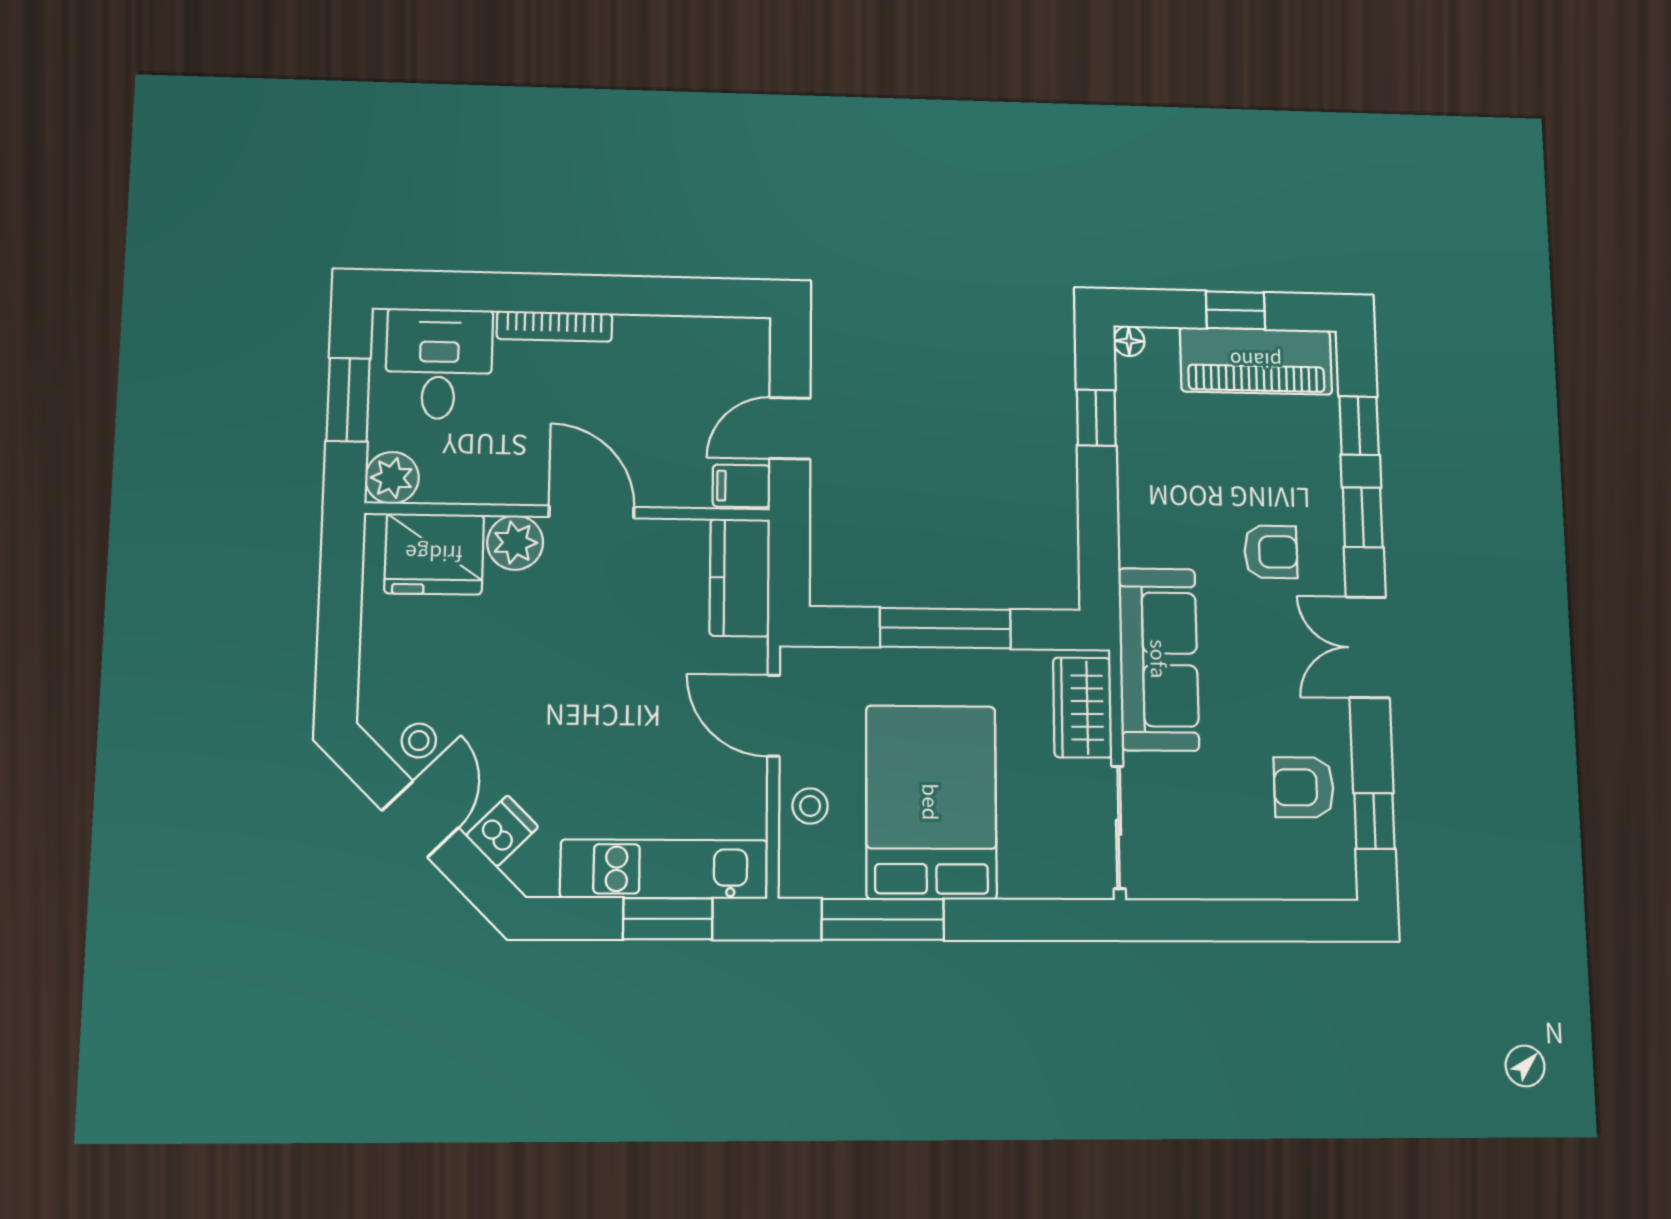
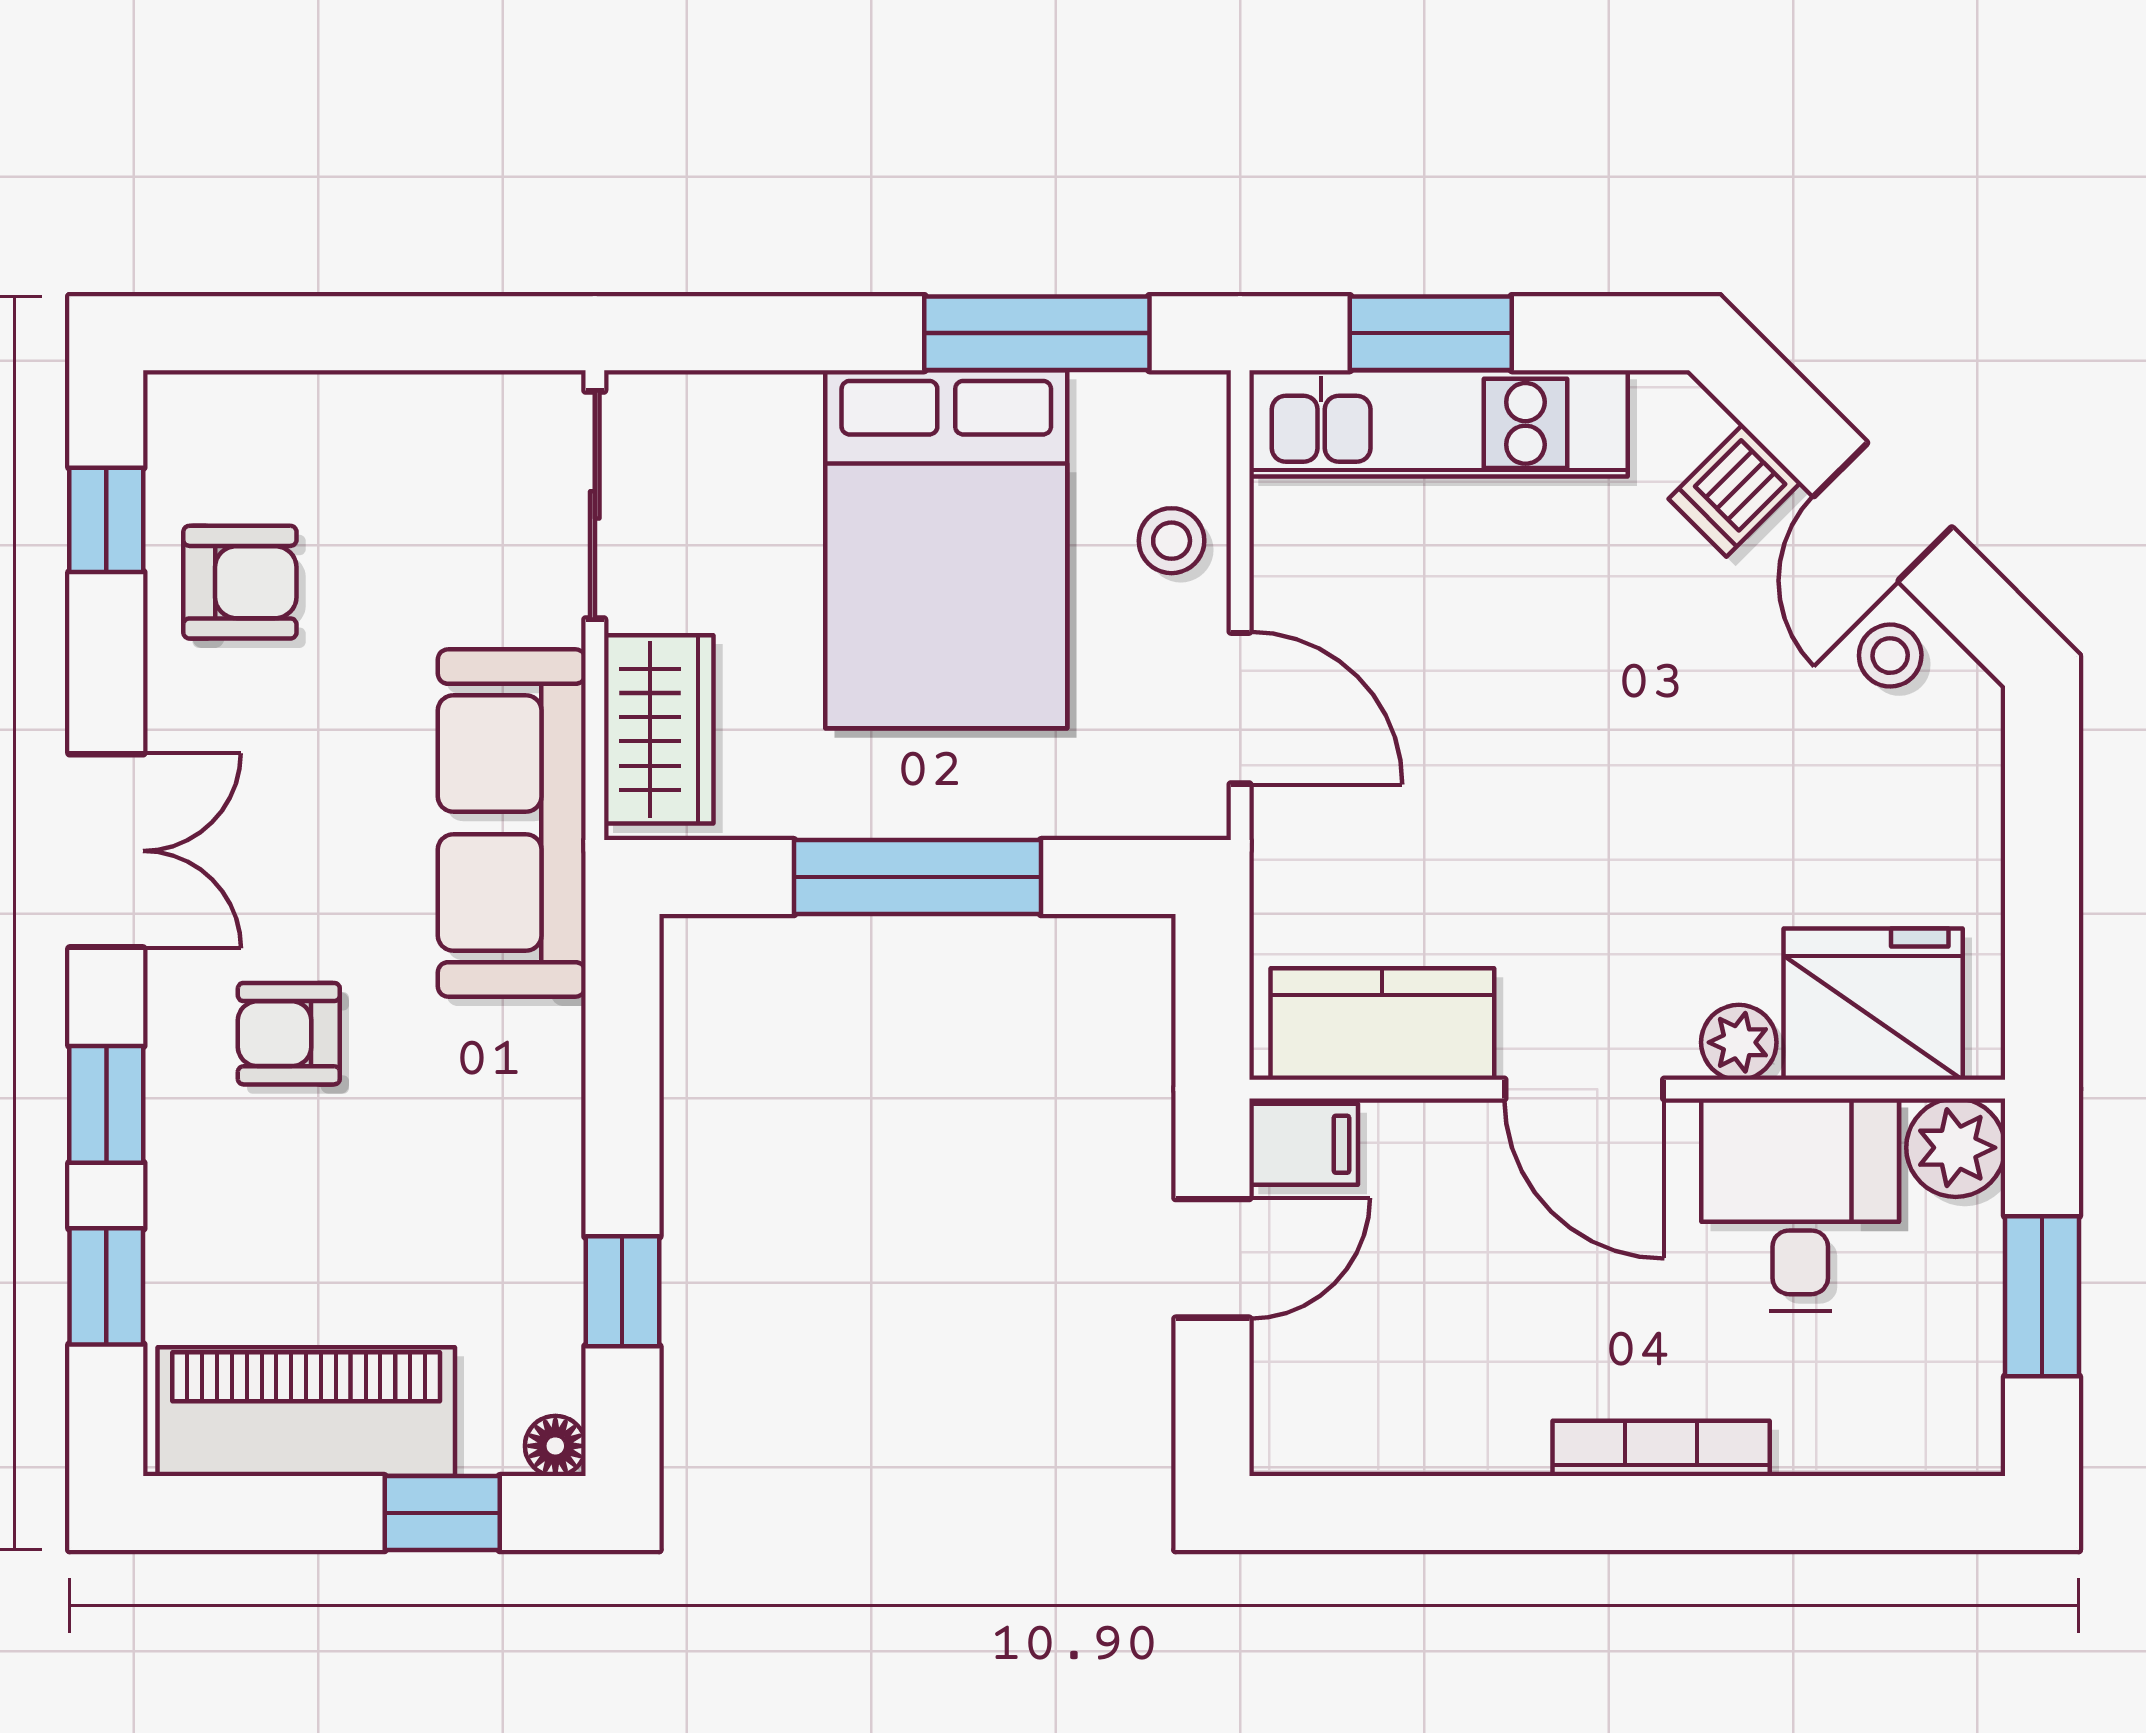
window: (1235, 310) -> (442, 1513), moved
desk: (439, 364) -> (1800, 1205), moved, turned 180
plant: (515, 543) -> (1739, 1042), width x0.73, depth x0.73
kitchen counter: (740, 578) -> (1382, 1024), moved, turned -90

